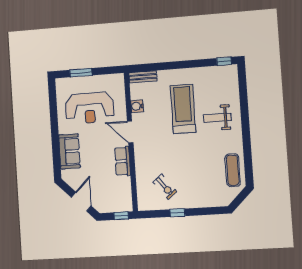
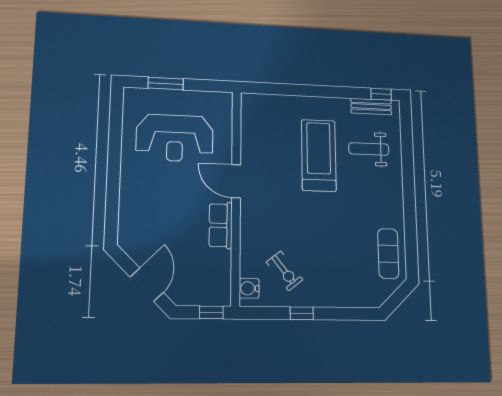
bench: (143, 77) -> (371, 107), moved
water cooler: (137, 106) -> (249, 288), moved
weight bench: (217, 118) -> (369, 149), moved
sofa: (69, 151) -> (135, 202), removed

